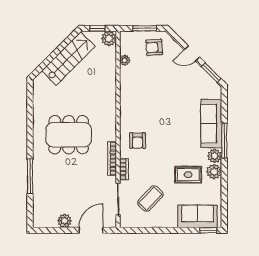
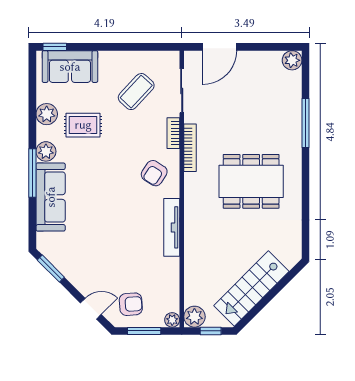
door: (192, 53) -> (91, 309), moved
plant: (125, 60) -> (172, 320), moved
tv unit: (125, 102) -> (172, 227), added
armchair: (138, 141) -> (154, 173), turned -147
plant: (214, 172) -> (47, 114), moved
plant: (65, 221) -> (292, 60), moved

